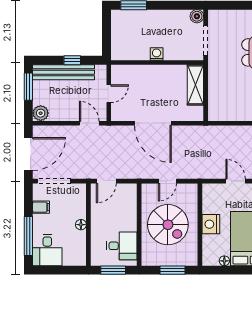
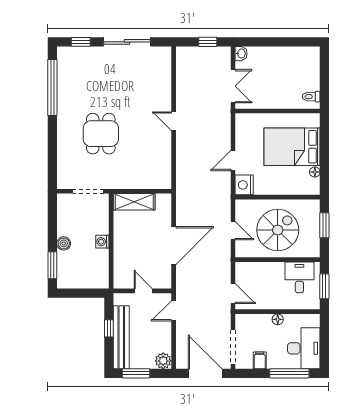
boiler: (197, 16) -> (64, 243), moved
nightstand: (211, 224) -> (244, 185), moved, turned 90
desk: (47, 250) -> (304, 348), width x1.37

